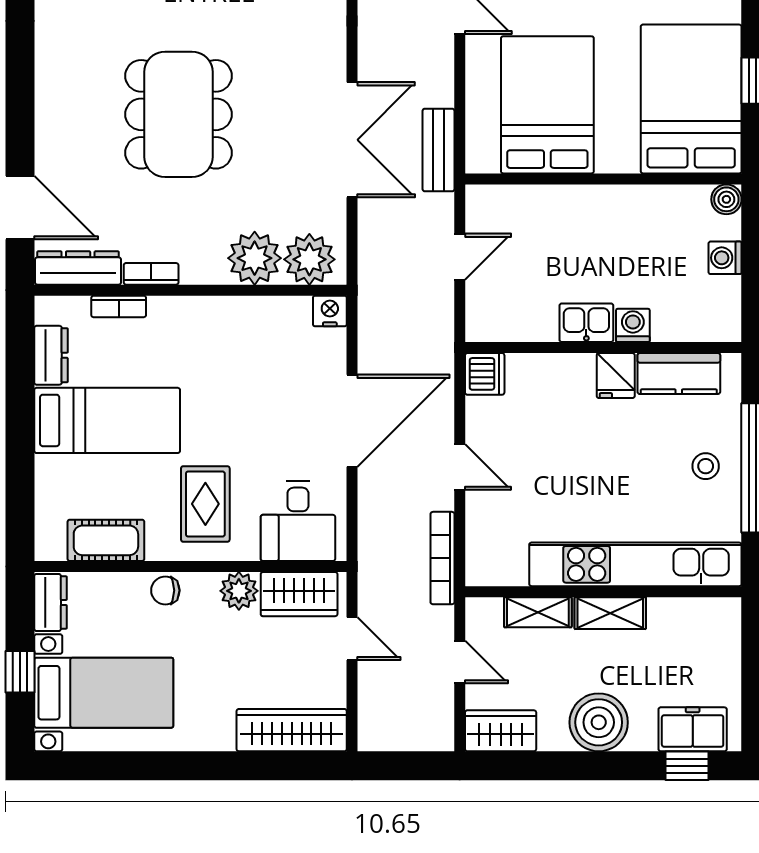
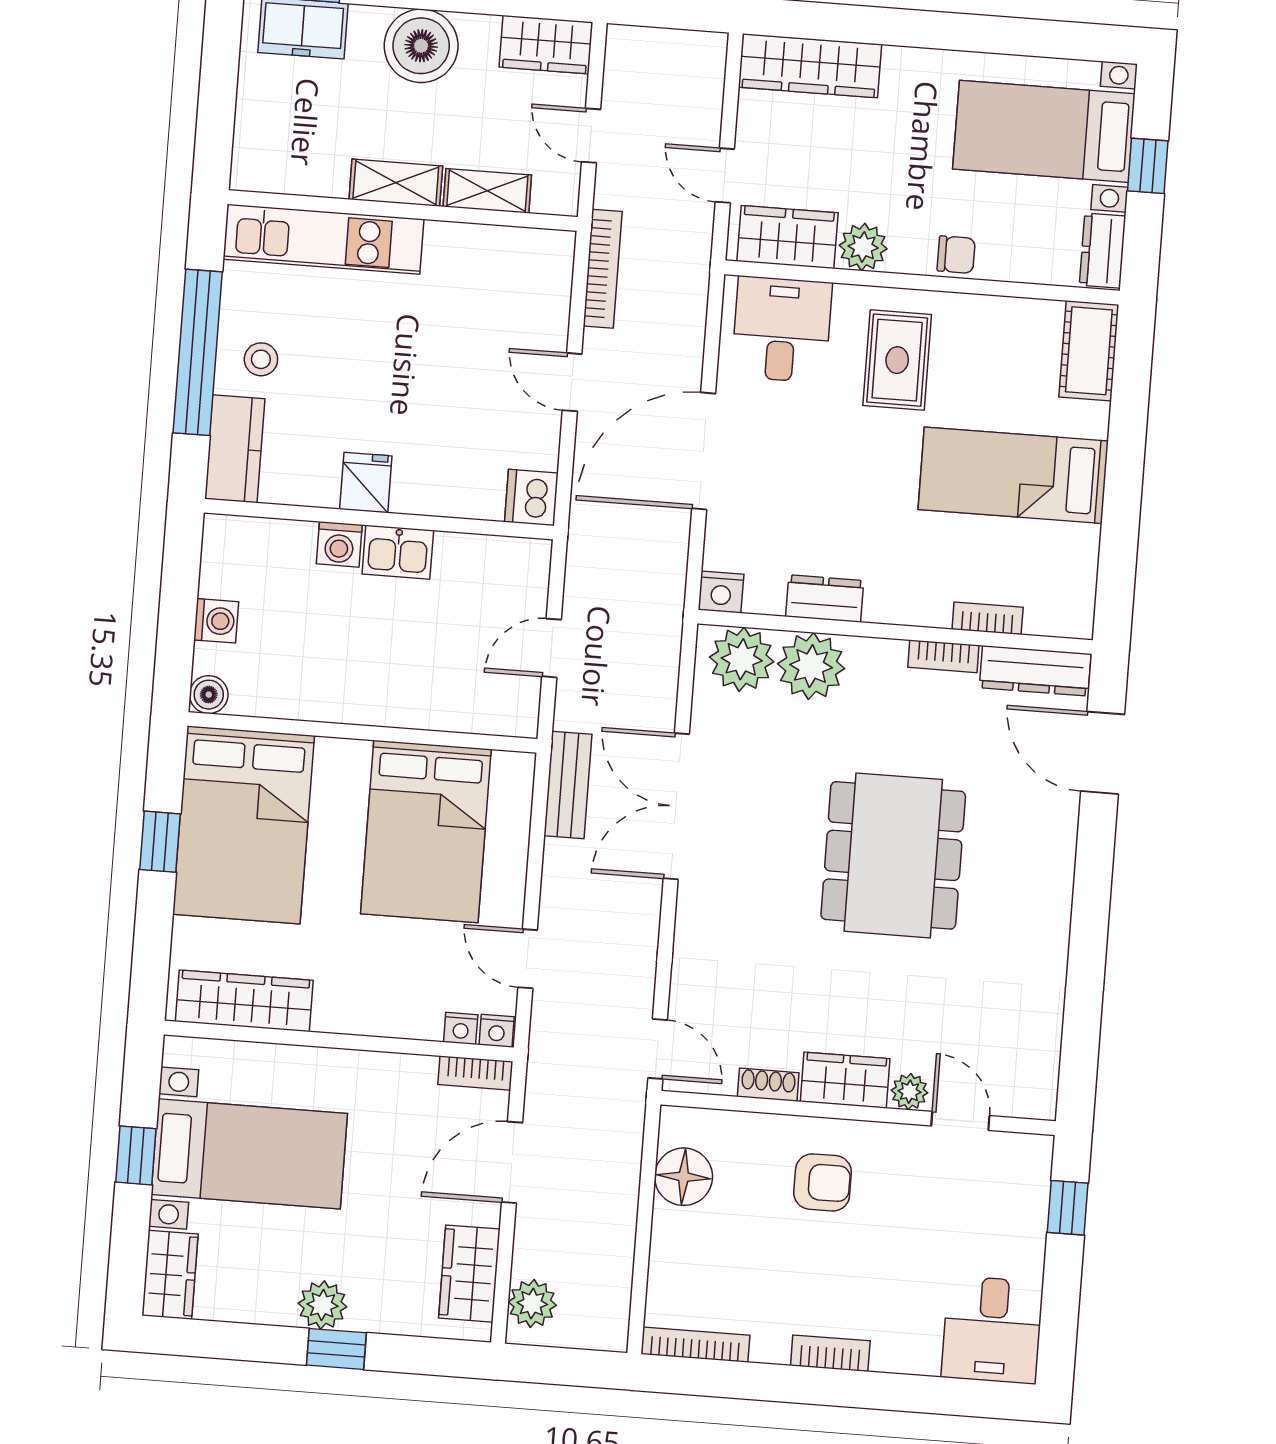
dresser: (51, 355) -> (825, 598), moved, turned 90
kitchen counter: (679, 374) -> (235, 449), moved, turned 90
cot: (106, 540) -> (1089, 351), moved, turned 90
kitchen unit: (635, 564) -> (324, 239), width x0.73

